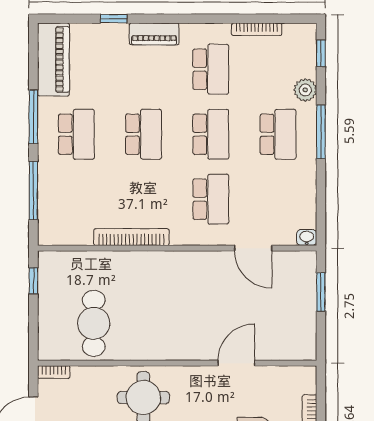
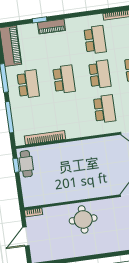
piano: (154, 34) -> (51, 27), moved
bookcase: (131, 237) -> (45, 138), moved
cafe table: (94, 323) -> (26, 164), moved, width x0.73, depth x0.74

